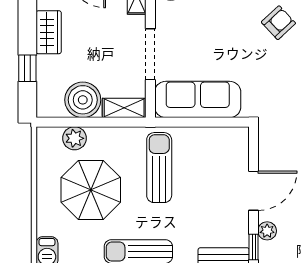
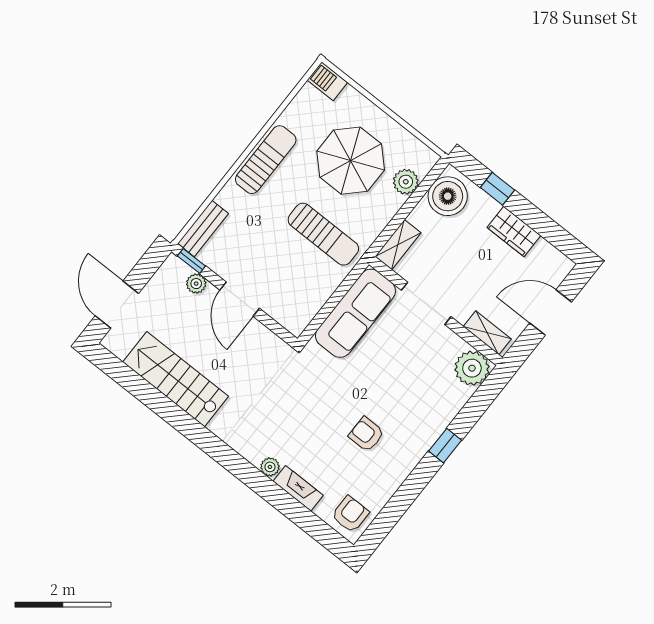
armchair: (278, 23) -> (366, 434), turned 133
boiler: (83, 100) -> (448, 196), moved

